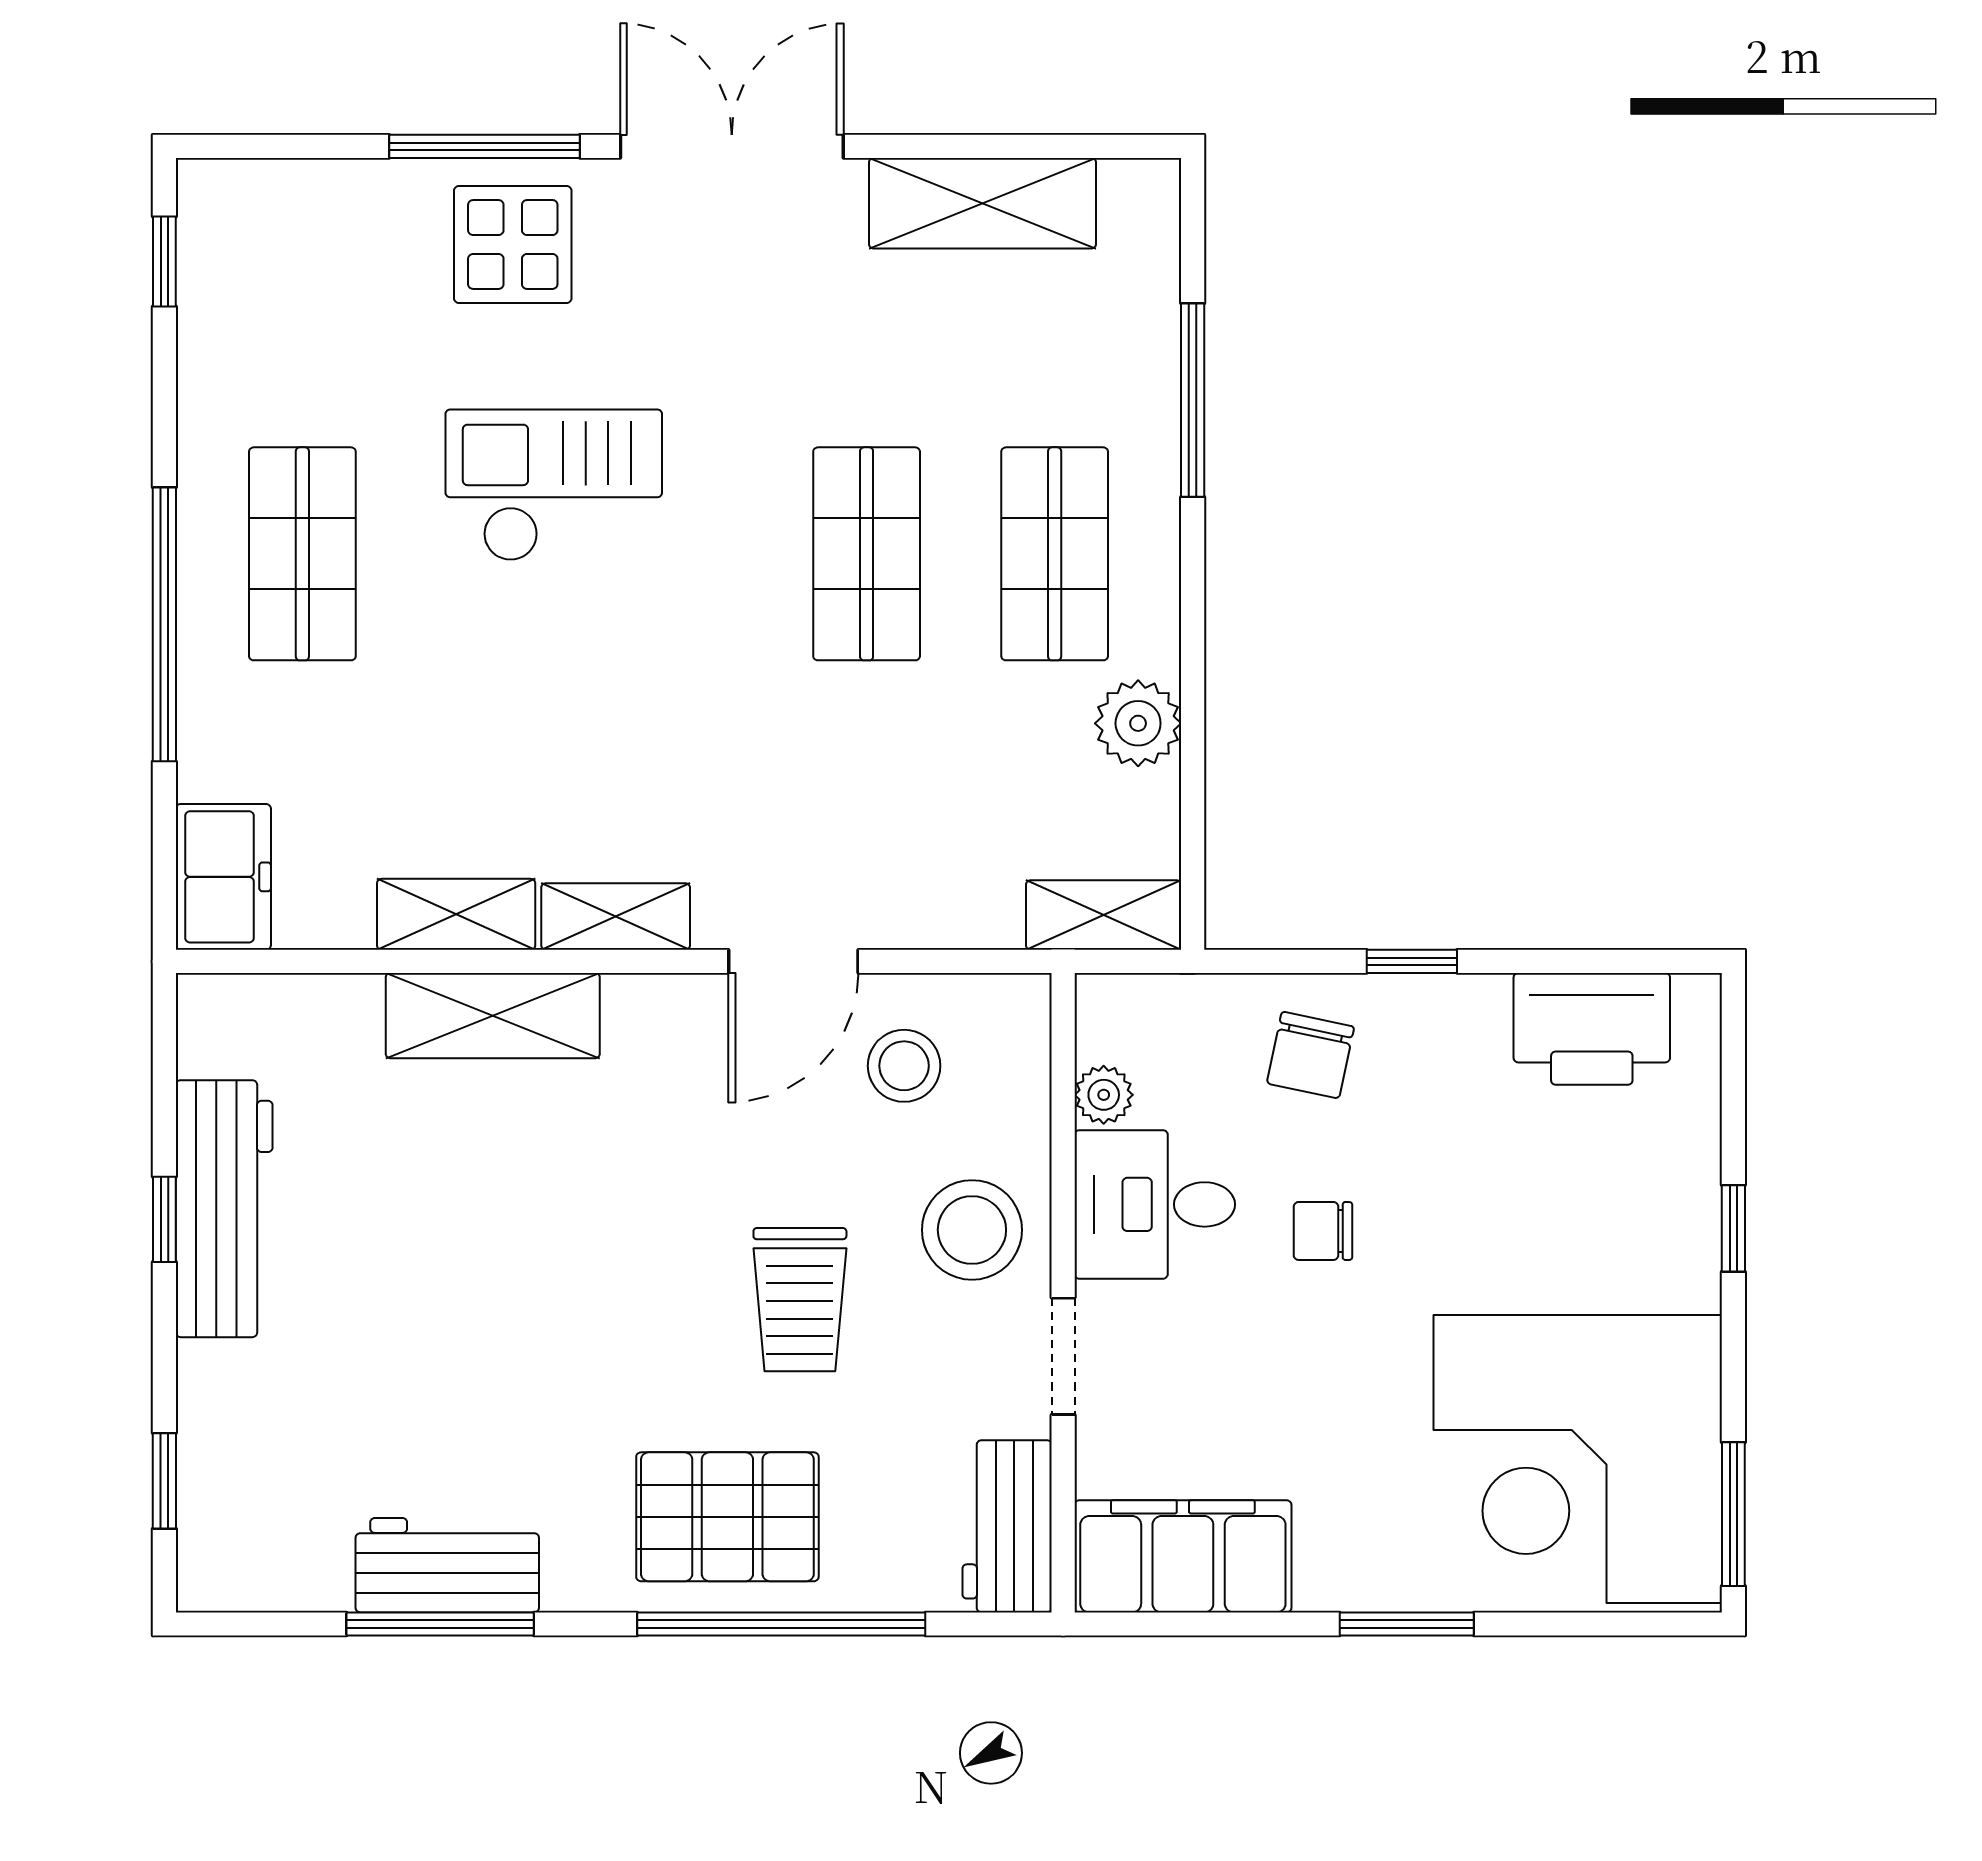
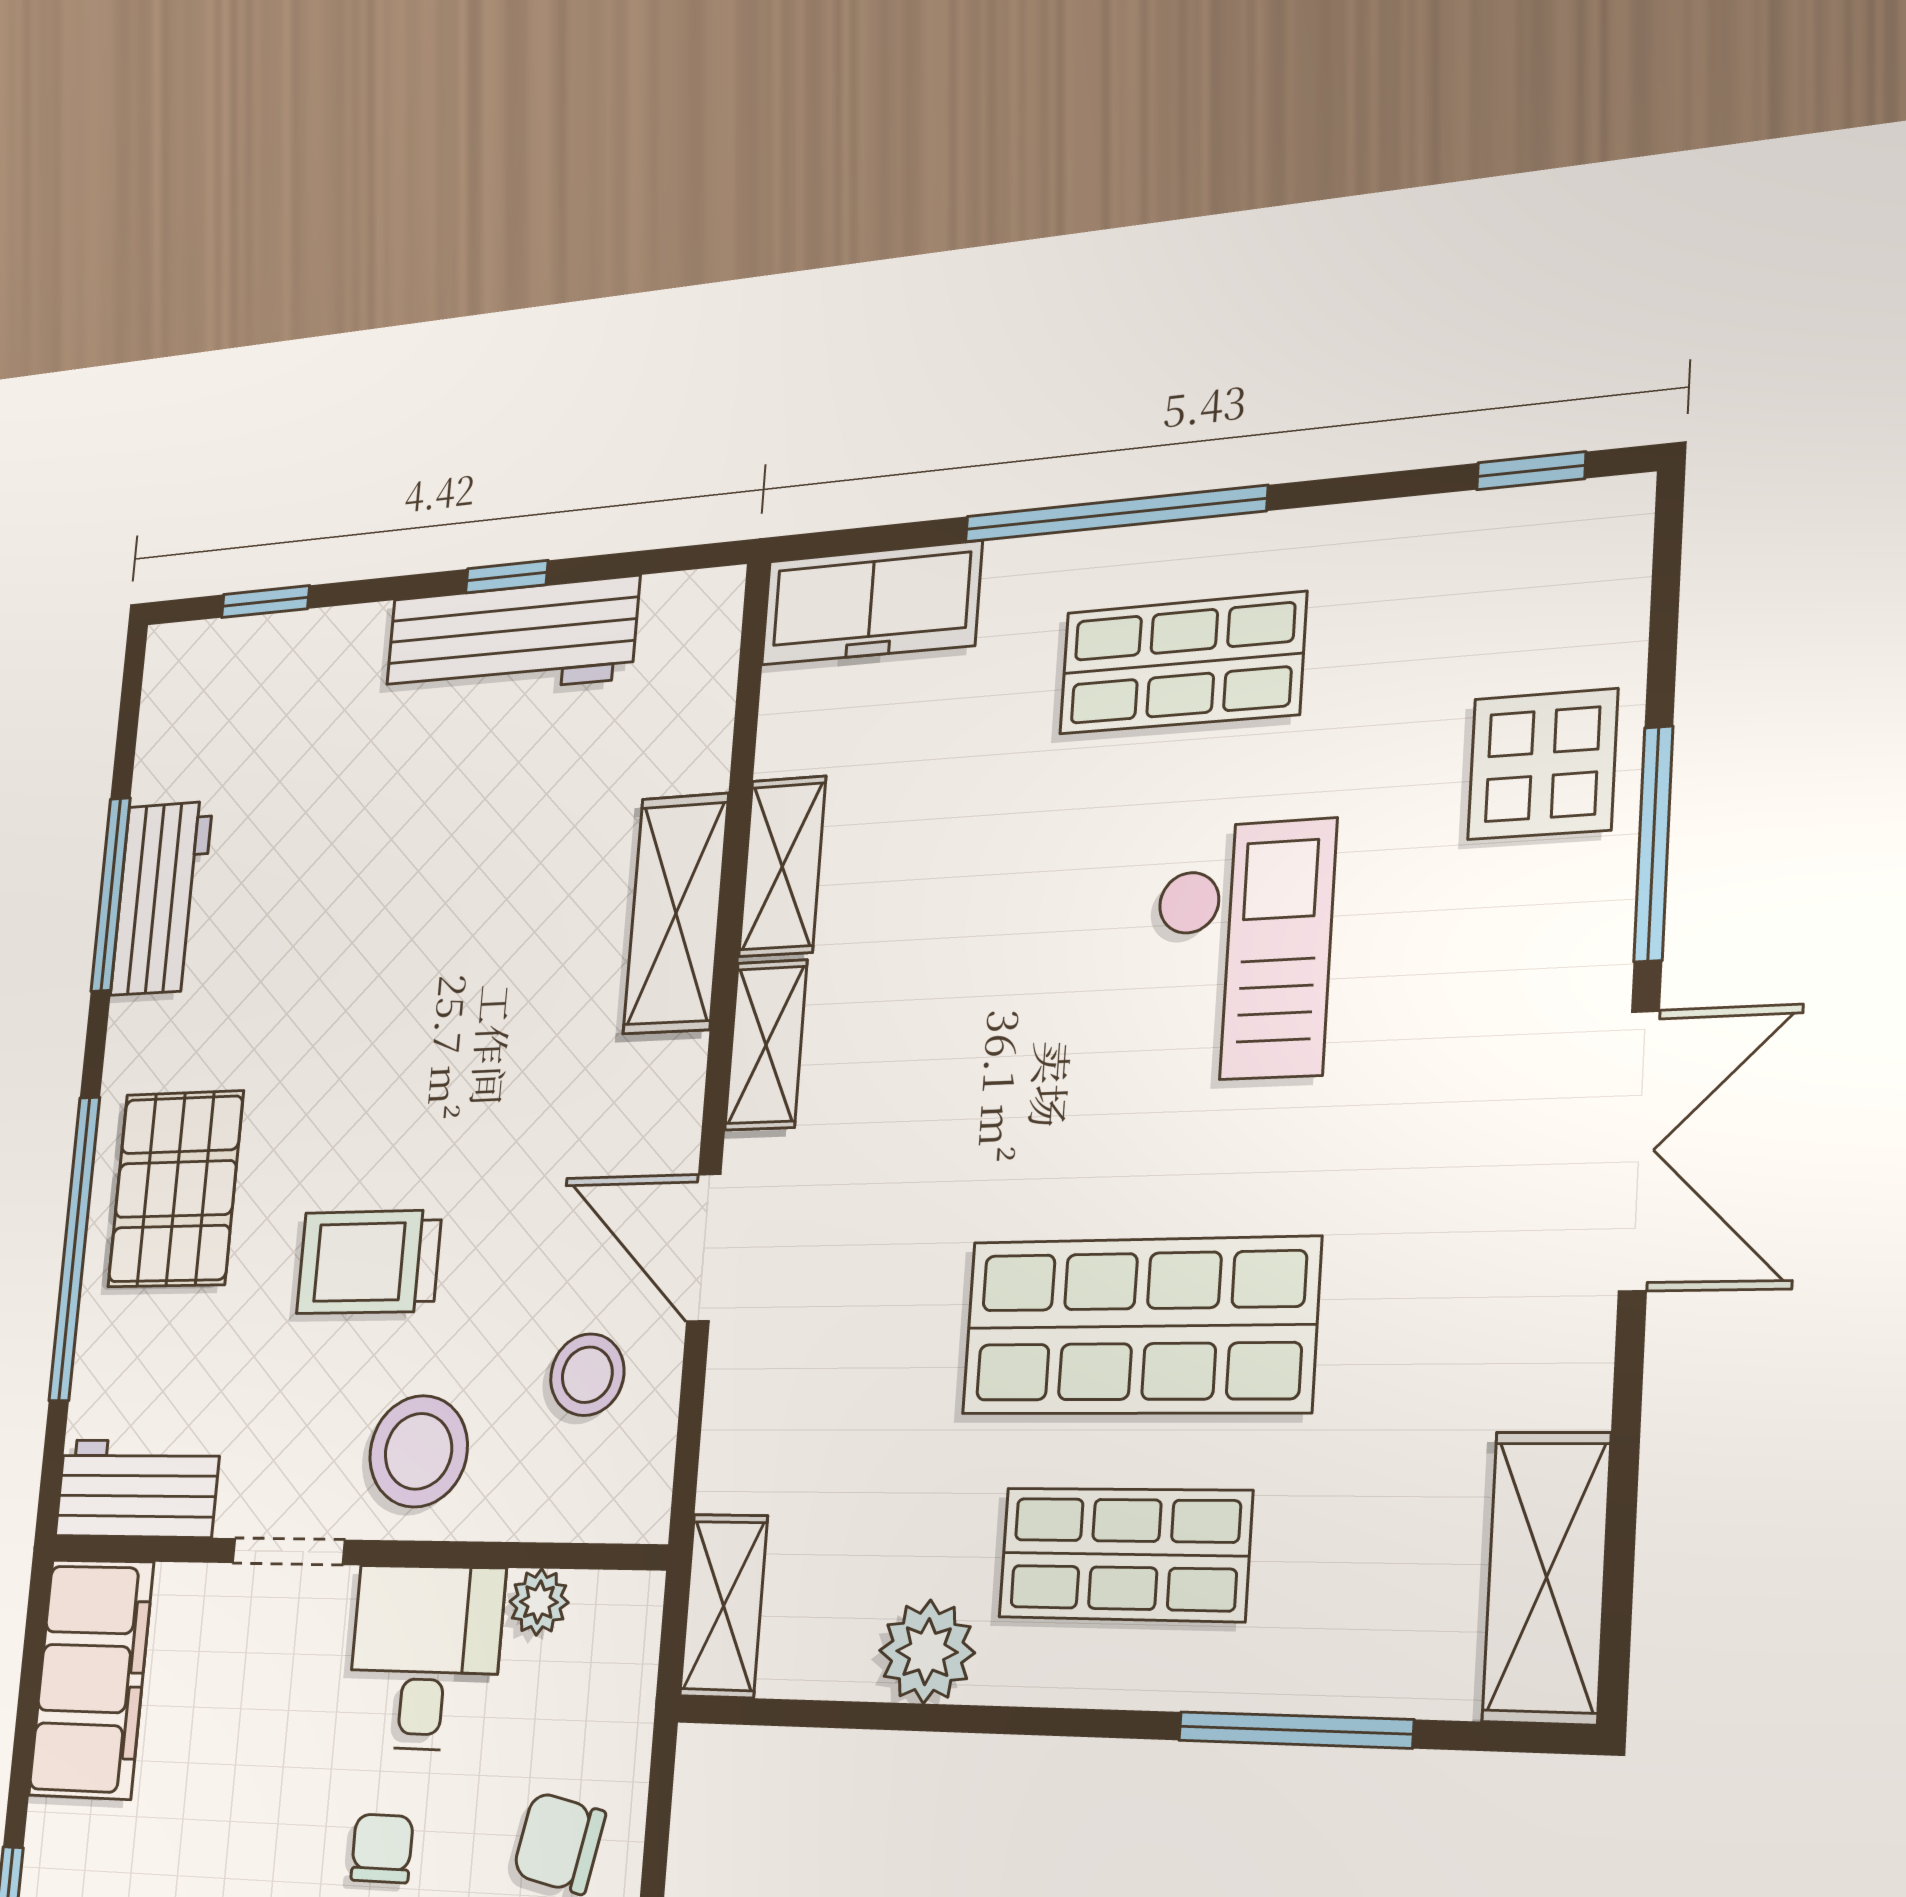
shelving: (982, 203) -> (1547, 1577), moved
display table: (513, 244) -> (1543, 764), moved
shop shelf: (867, 554) -> (1140, 1326), width x1.43, depth x1.36
freezer: (223, 877) -> (871, 603), width x1.40

